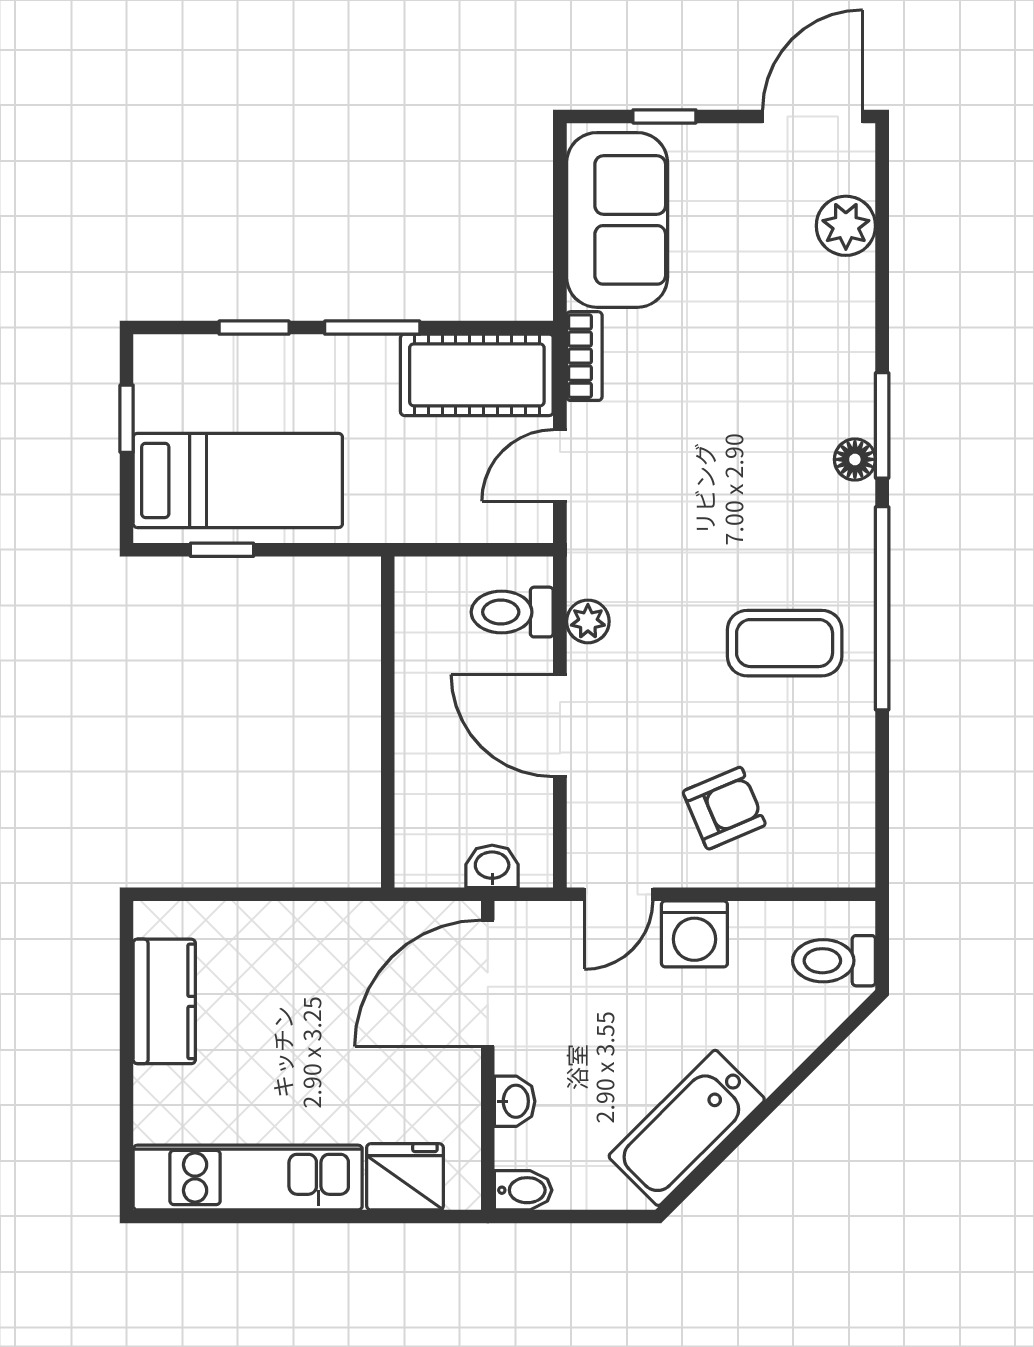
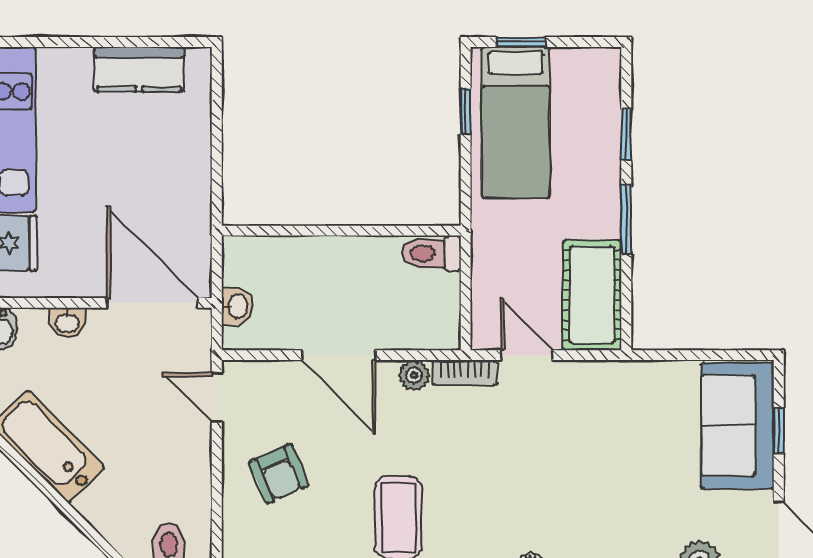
sofa: (617, 220) -> (737, 425), moved, turned 90
bookcase: (584, 356) -> (465, 373), moved
window: (127, 419) -> (521, 42), moved
toilet: (512, 612) -> (431, 253), moved, turned -90
door: (560, 726) -> (339, 355), swing flipped
washing machine: (694, 934) -> (188, 452), removed

